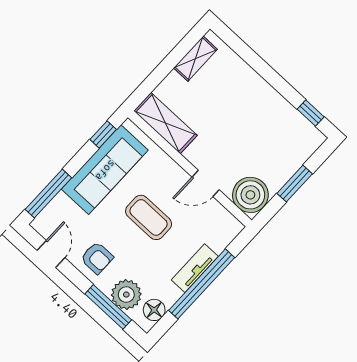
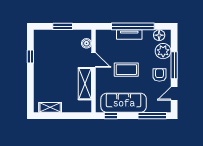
window: (311, 113) -> (30, 56), moved
shelving: (165, 123) -> (85, 84), moved
boiler: (250, 195) -> (87, 43), width x0.54, depth x0.54
coffee table: (149, 217) -> (126, 70), turned 90
window: (108, 307) -> (174, 65), moved

